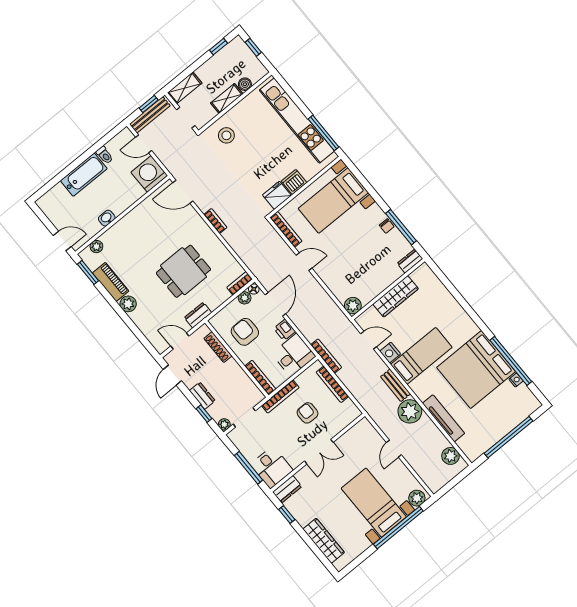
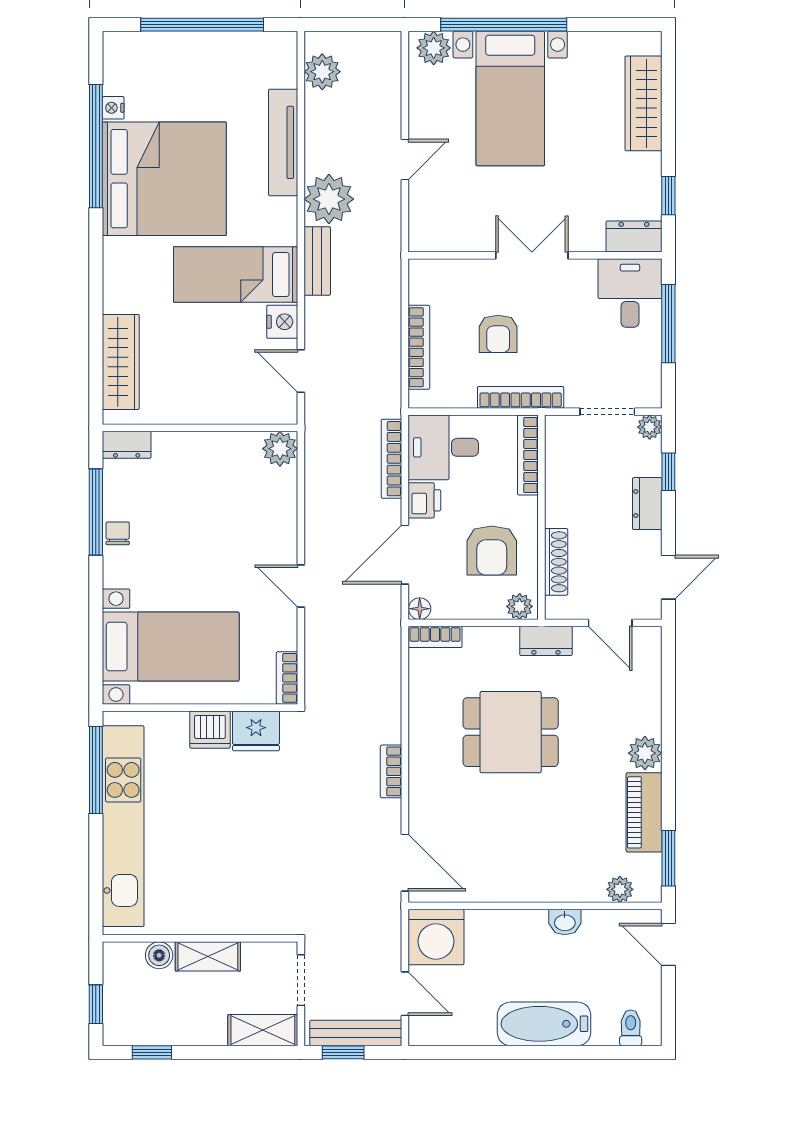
stool: (226, 135) -> (258, 897), removed
toilet: (105, 155) -> (631, 1028), moved
bookcase: (286, 229) -> (287, 678), width x0.64
wardrobe: (396, 296) -> (121, 362), moved, turned 90
plant: (245, 298) -> (520, 606), moved
bookcase: (326, 356) -> (391, 459), moved

